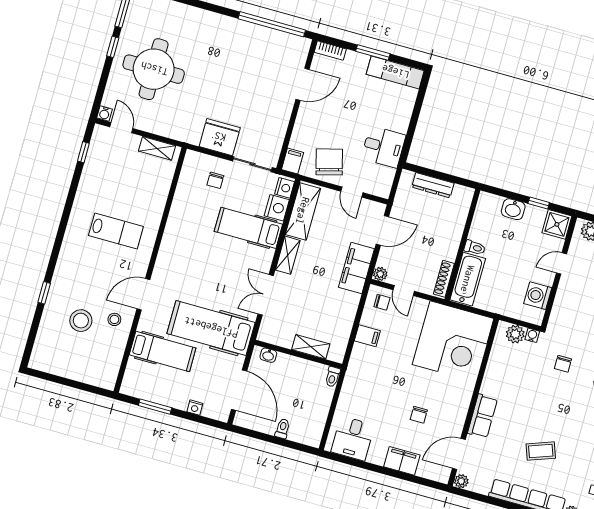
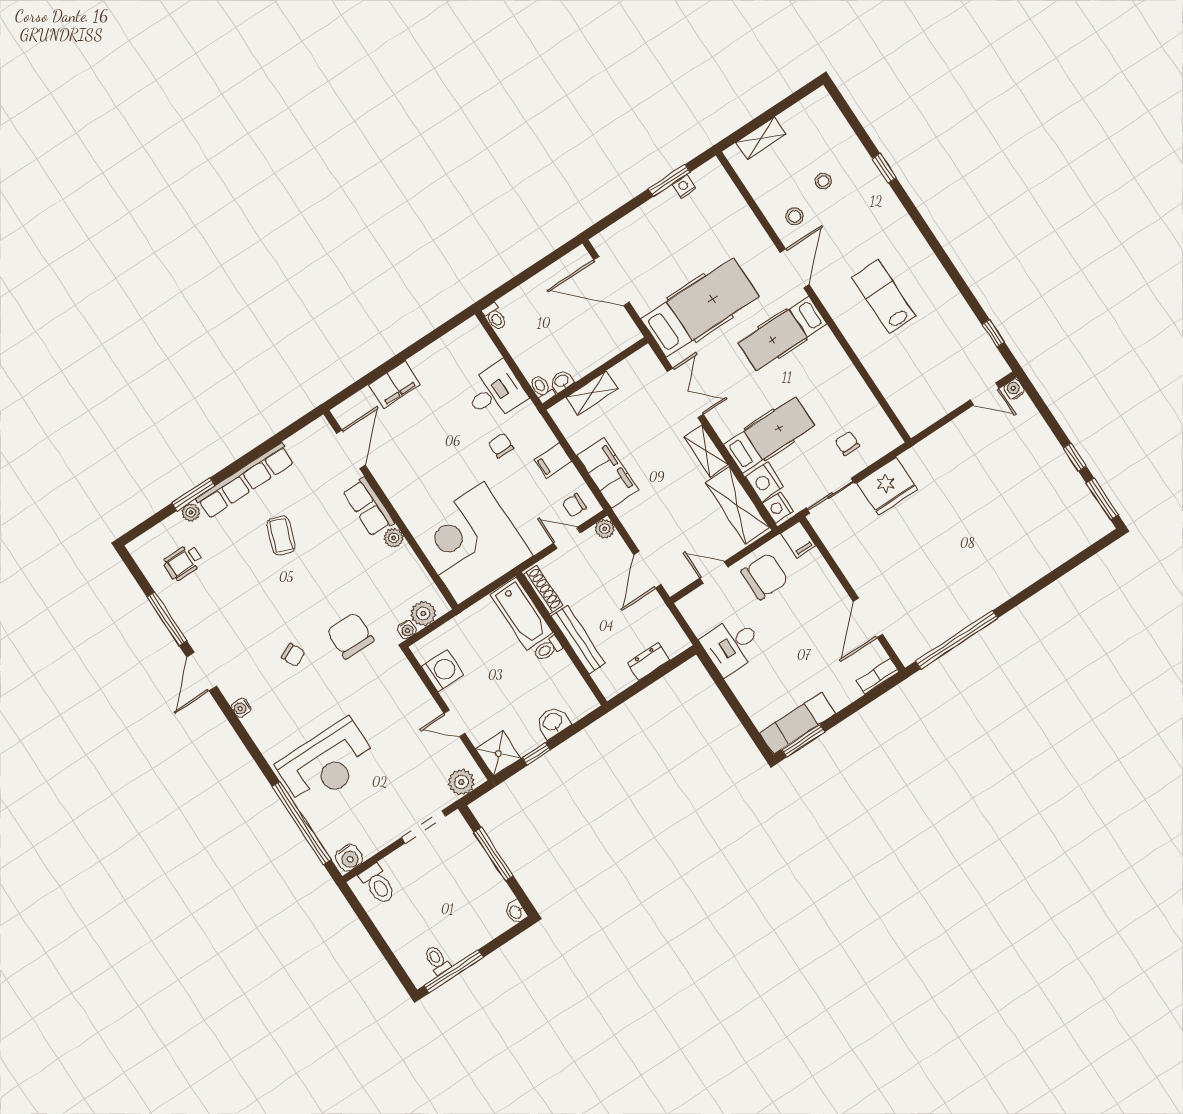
window: (373, 53) -> (803, 741), moved
round table: (154, 69) -> (1016, 479), removed
shelving: (157, 148) -> (761, 138), moved
chair: (329, 162) -> (765, 576), turned -75
dresser: (433, 185) -> (649, 661), width x0.70
lab bench: (116, 231) -> (884, 297), turned 90
bench: (455, 235) -> (578, 640), added
door: (561, 263) -> (454, 723), swing flipped
filing cabinet: (356, 268) -> (608, 473), moved
stool: (81, 321) -> (823, 181), width x0.53, depth x0.53
hospital bed: (163, 351) -> (782, 333), moved
washbasin: (268, 355) -> (562, 381), moved
chair: (563, 364) -> (350, 636), width x1.87, depth x1.87
nightstand: (195, 408) -> (684, 187), moved
chair: (419, 415) -> (501, 446), moved
toilet: (282, 429) -> (495, 317), moved
desk: (353, 438) -> (495, 392), moved, turned 90
coffee table: (541, 451) -> (281, 535), turned -50
plant: (461, 481) -> (394, 538), moved

